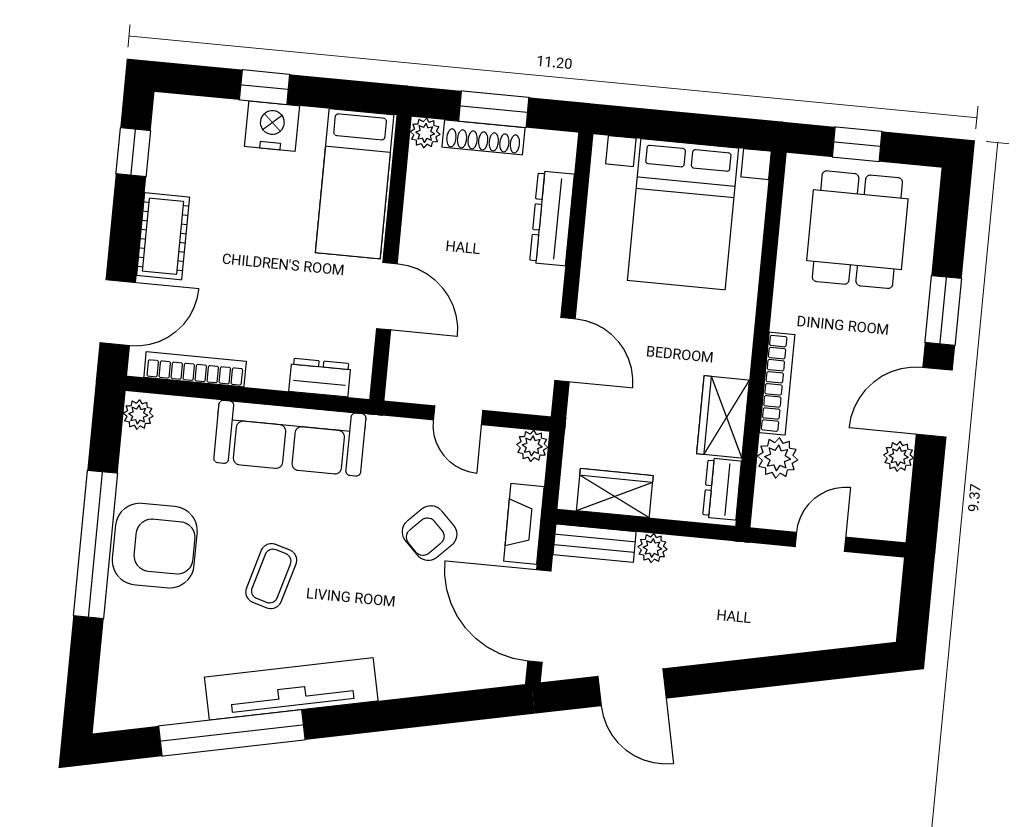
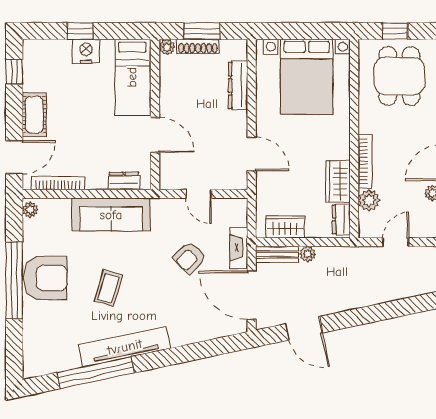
plant: (532, 446) -> (239, 206), removed

